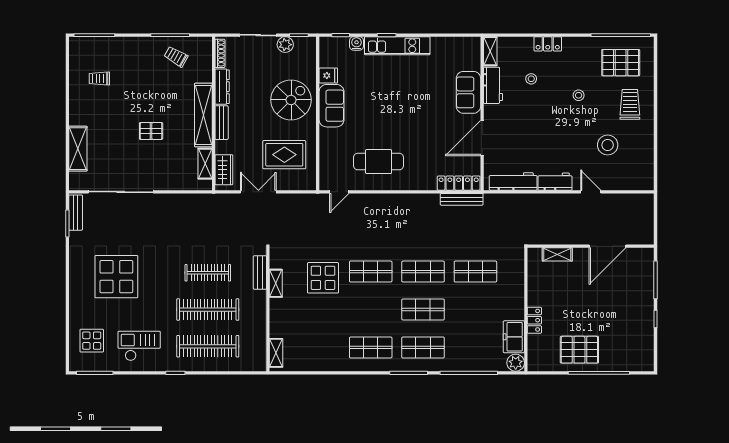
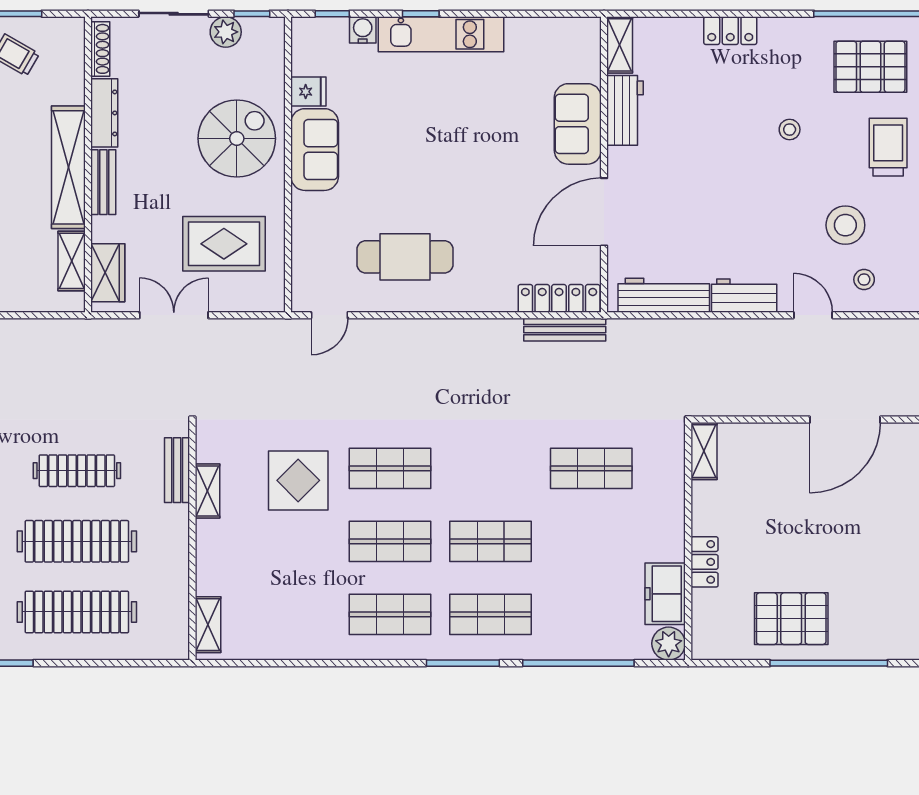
stool: (531, 79) -> (864, 279), moved
shelving: (557, 254) -> (704, 451), moved, turned 90
shop shelf: (423, 272) -> (390, 541), moved

